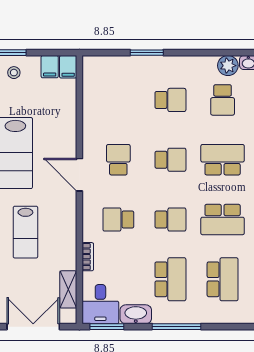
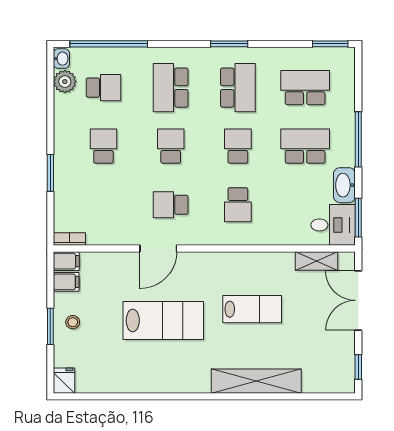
door: (79, 175) -> (158, 248), moved
bookcase: (88, 257) -> (69, 239), moved

